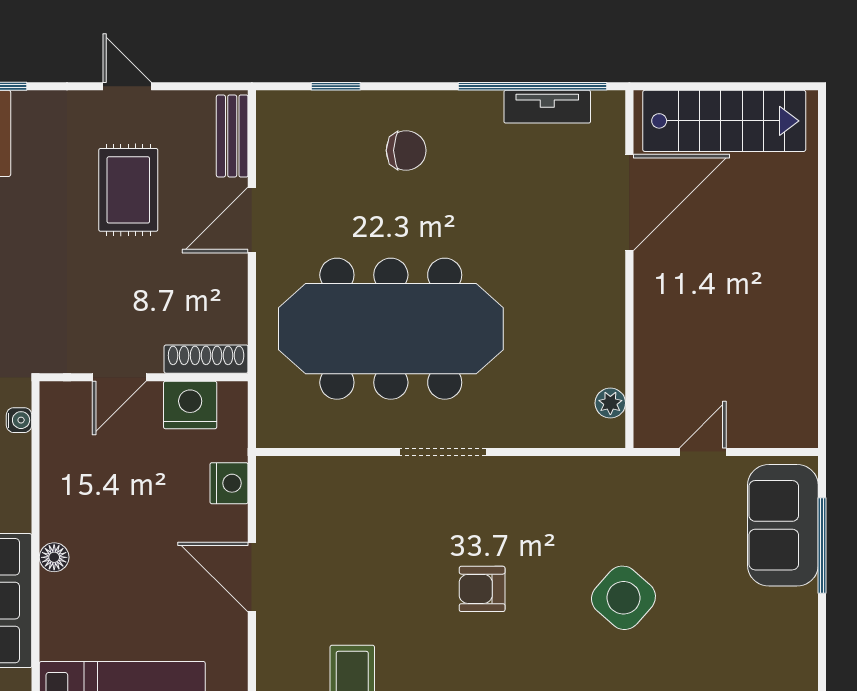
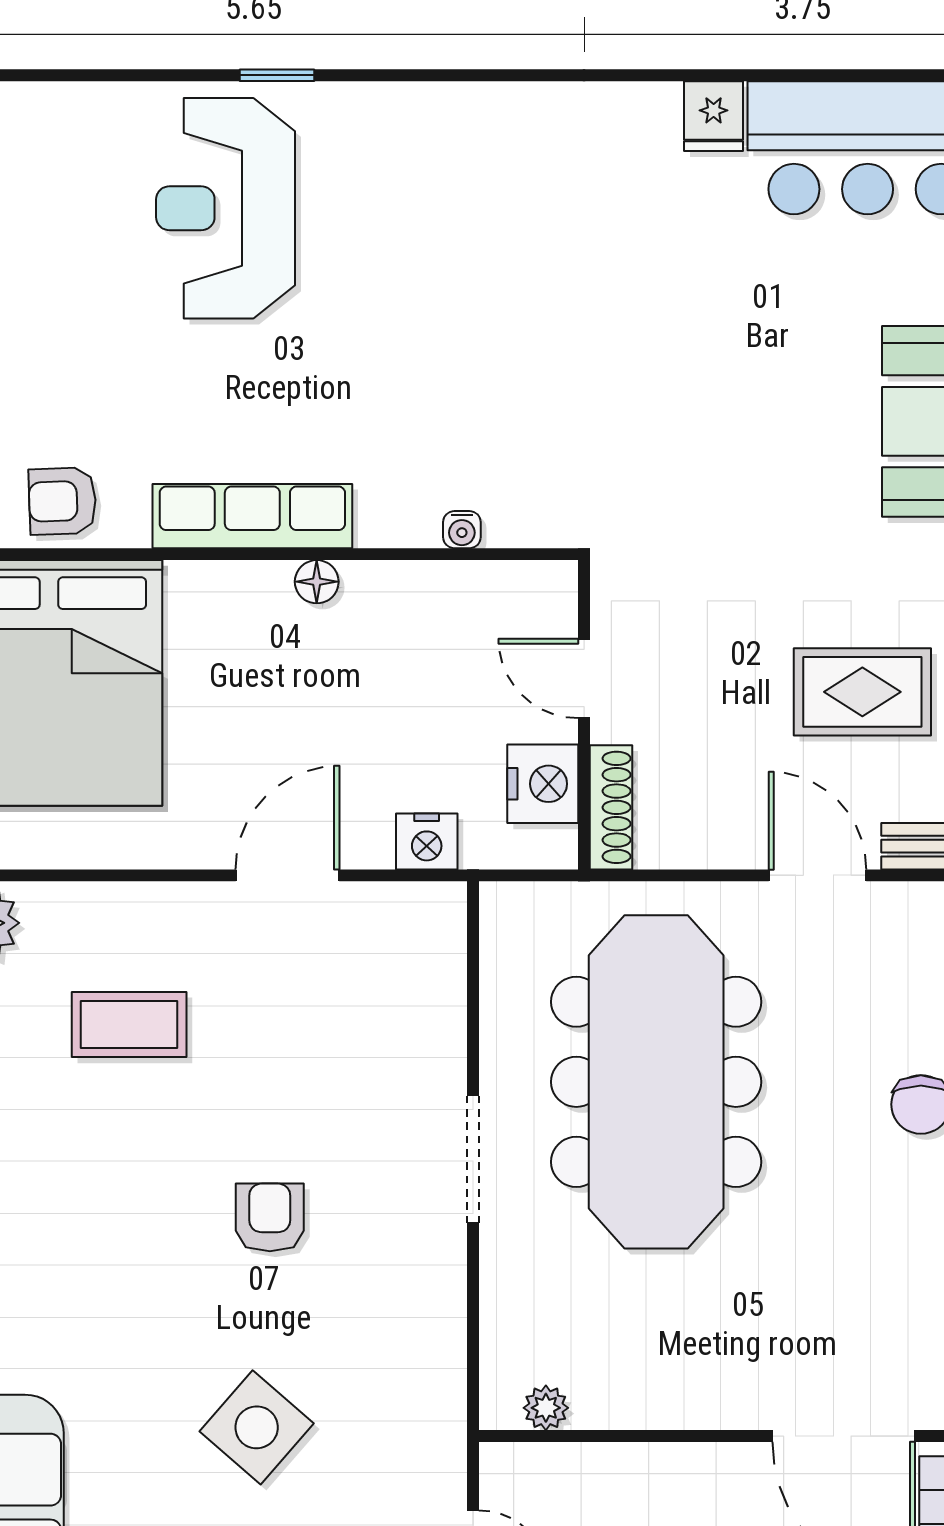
water cooler: (19, 420) -> (462, 530), moved

